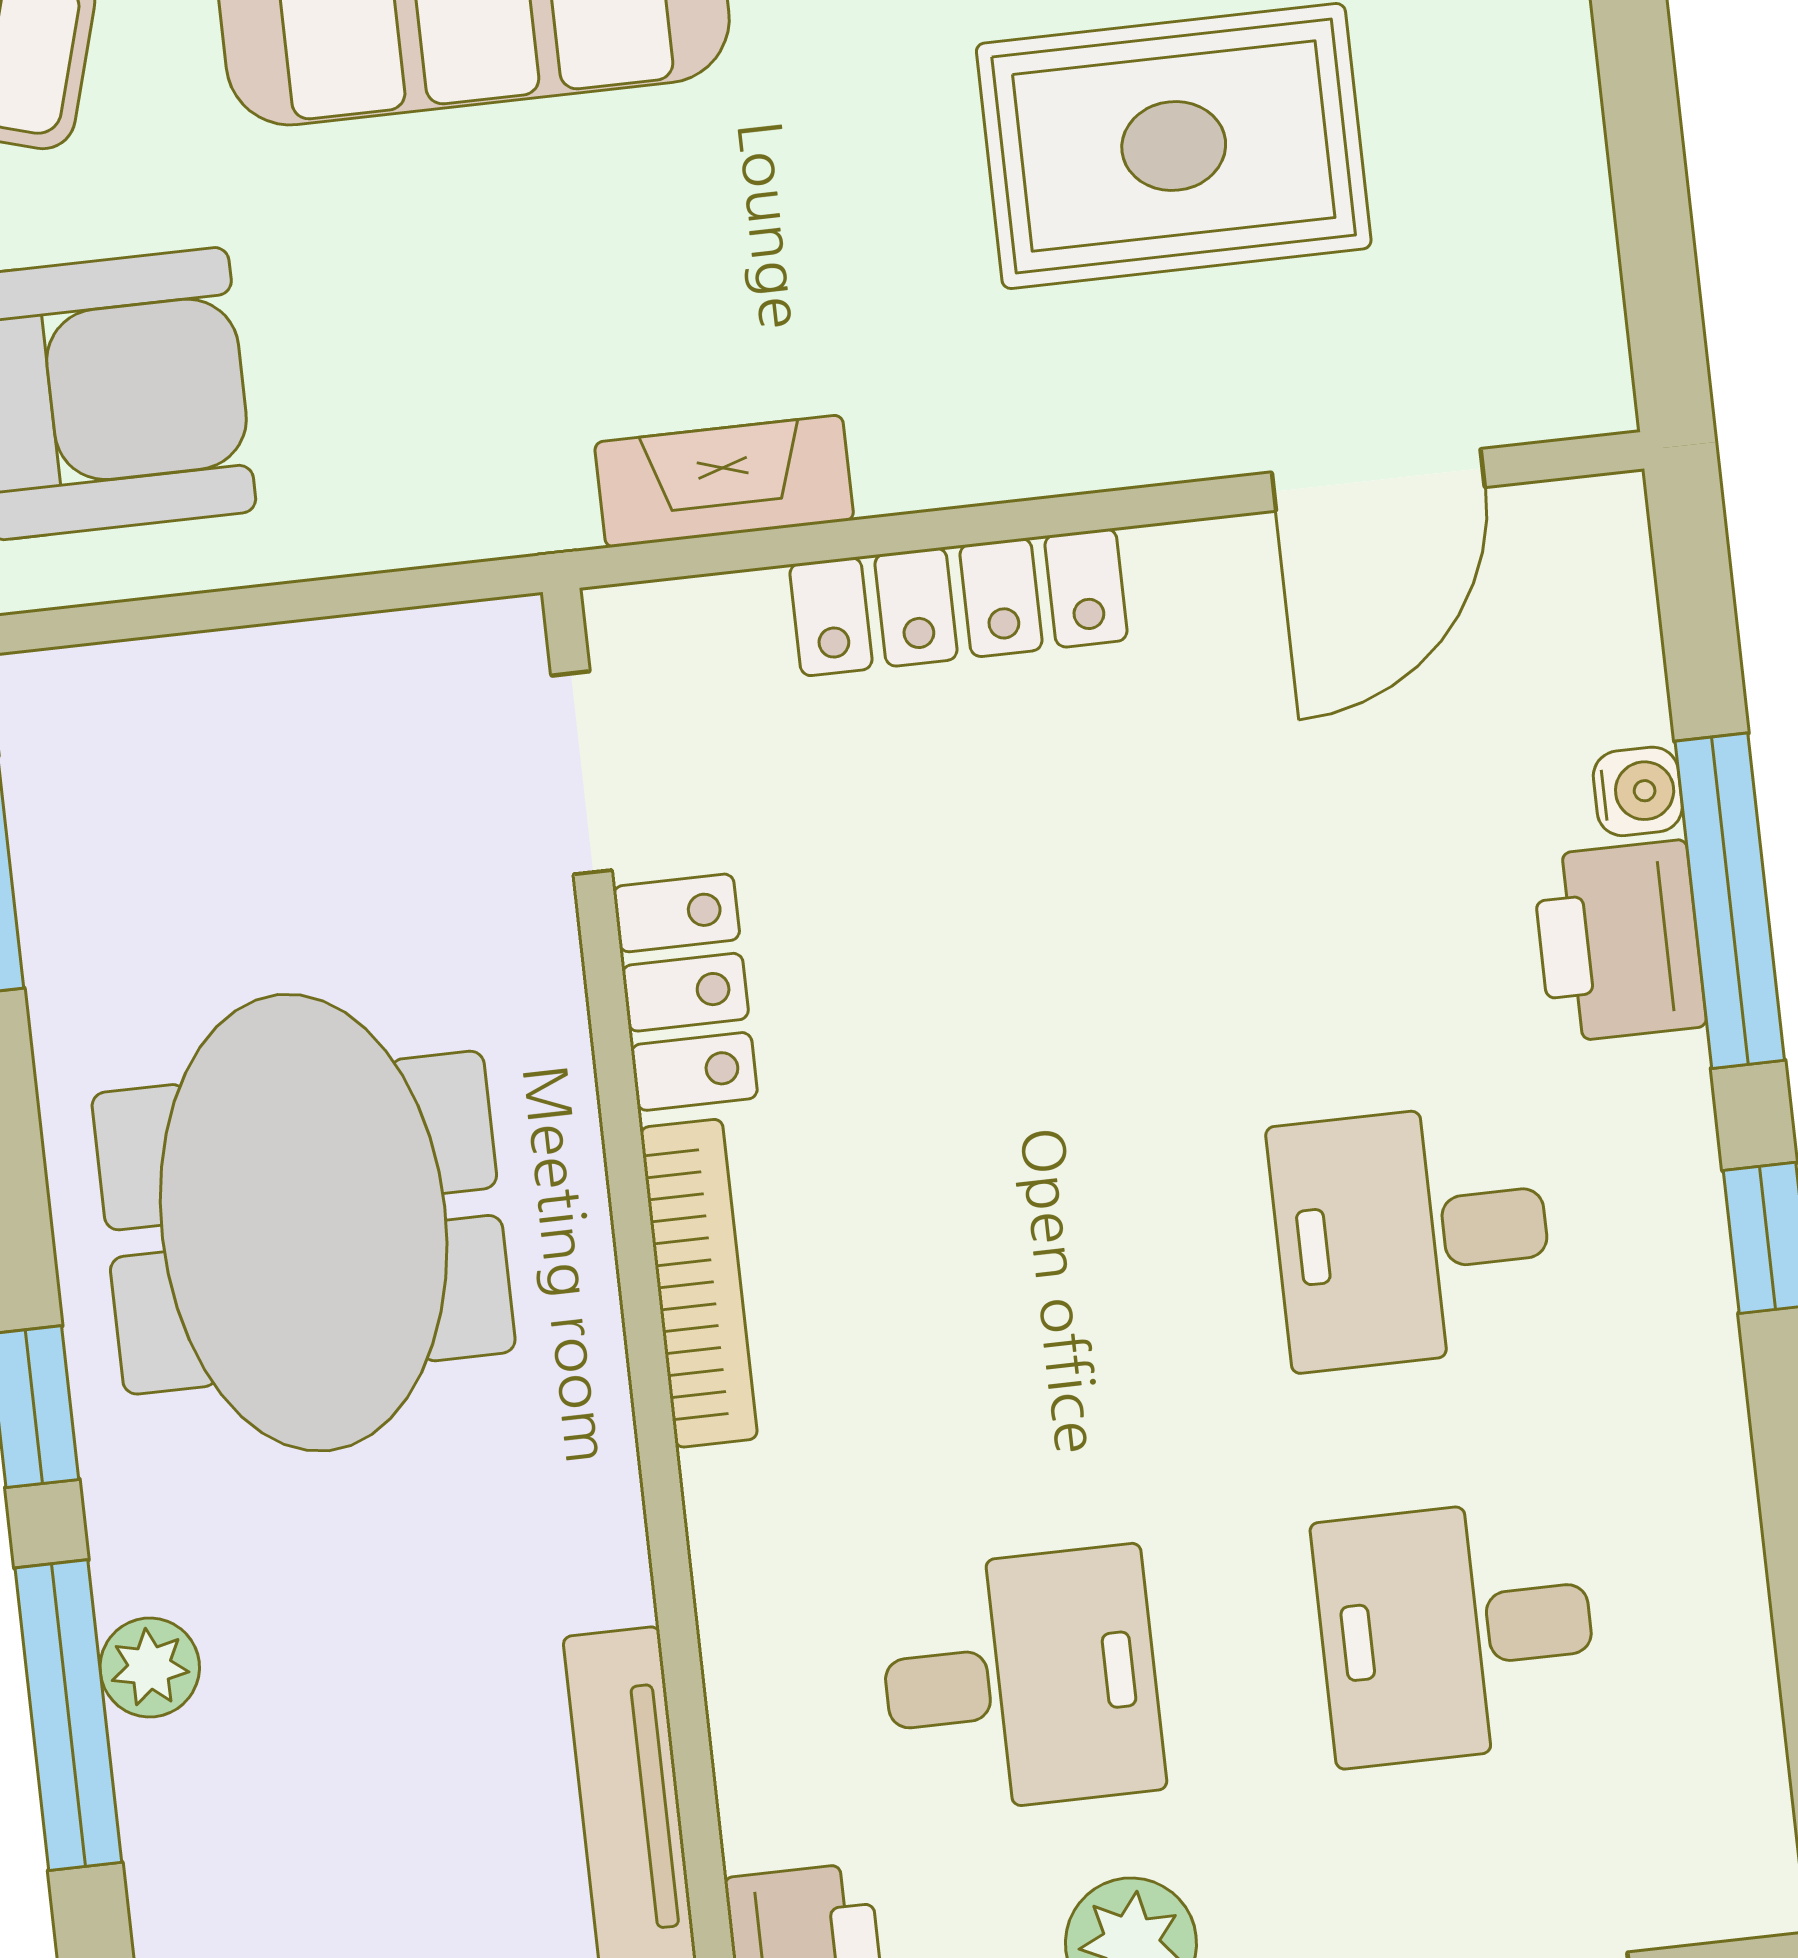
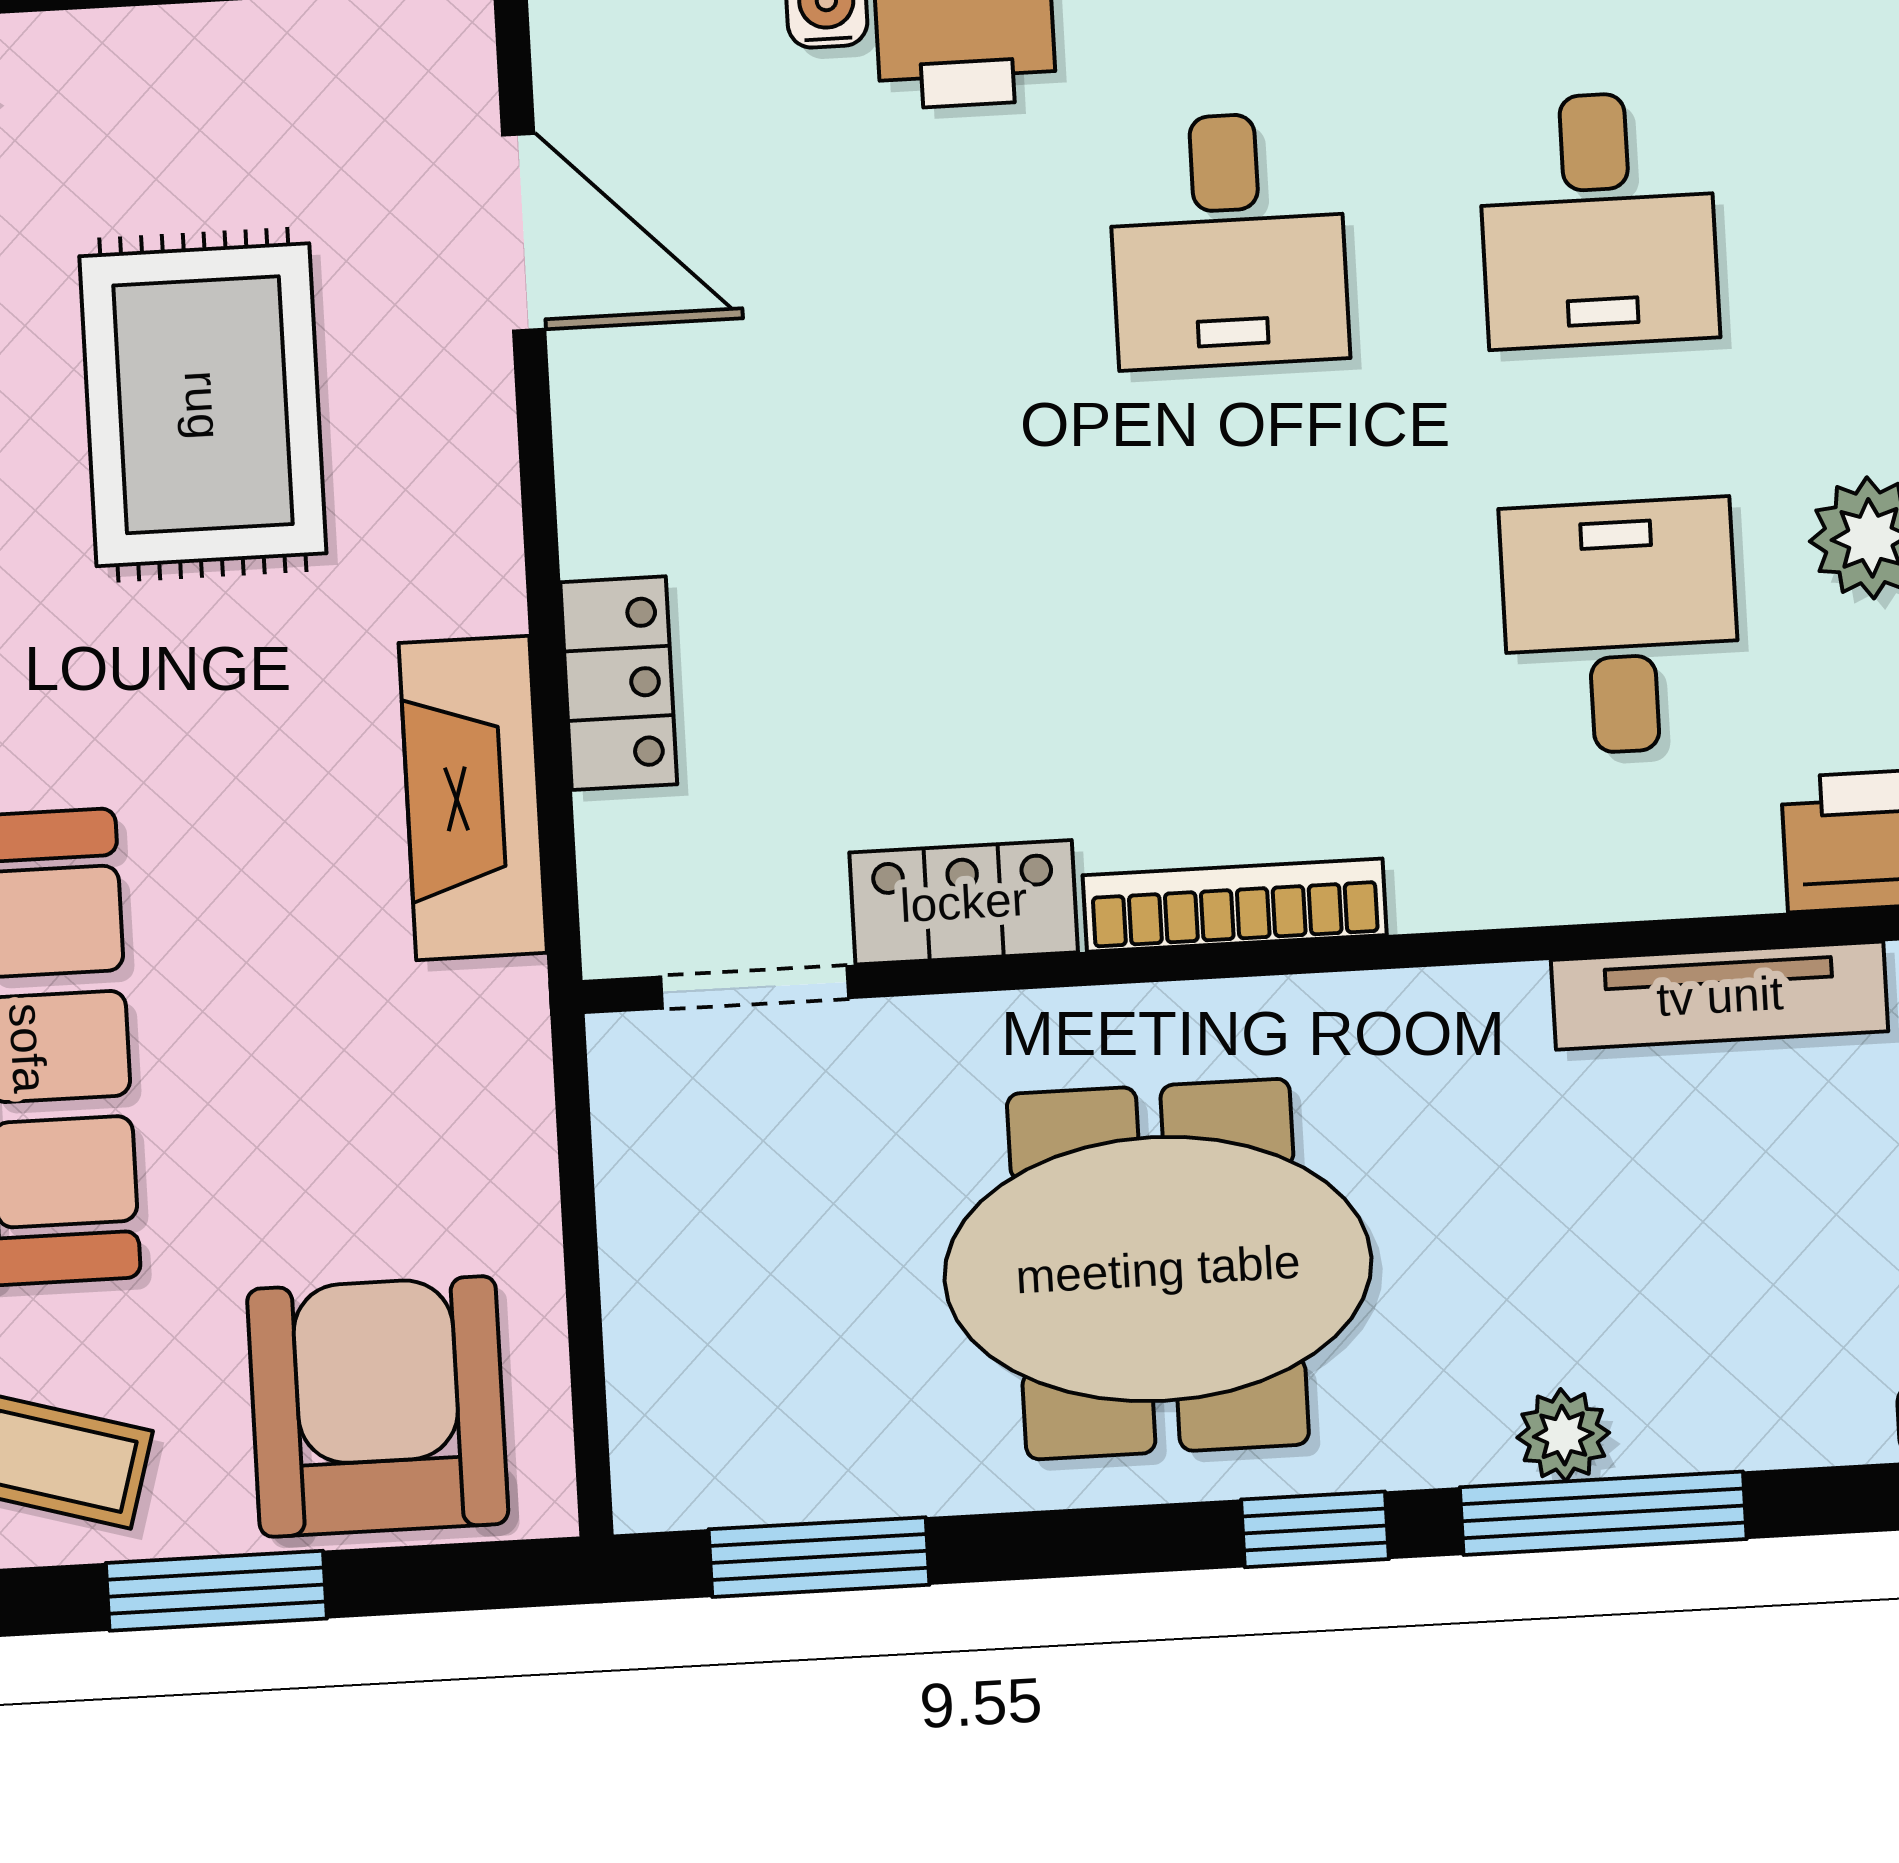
fireplace: (724, 481) -> (473, 798), width x1.37, depth x1.32
locker: (959, 602) -> (619, 683), width x0.66

